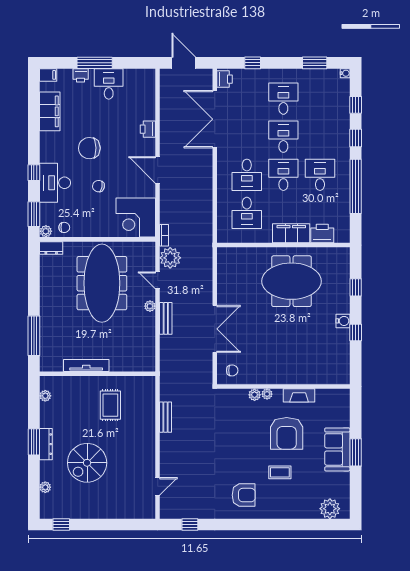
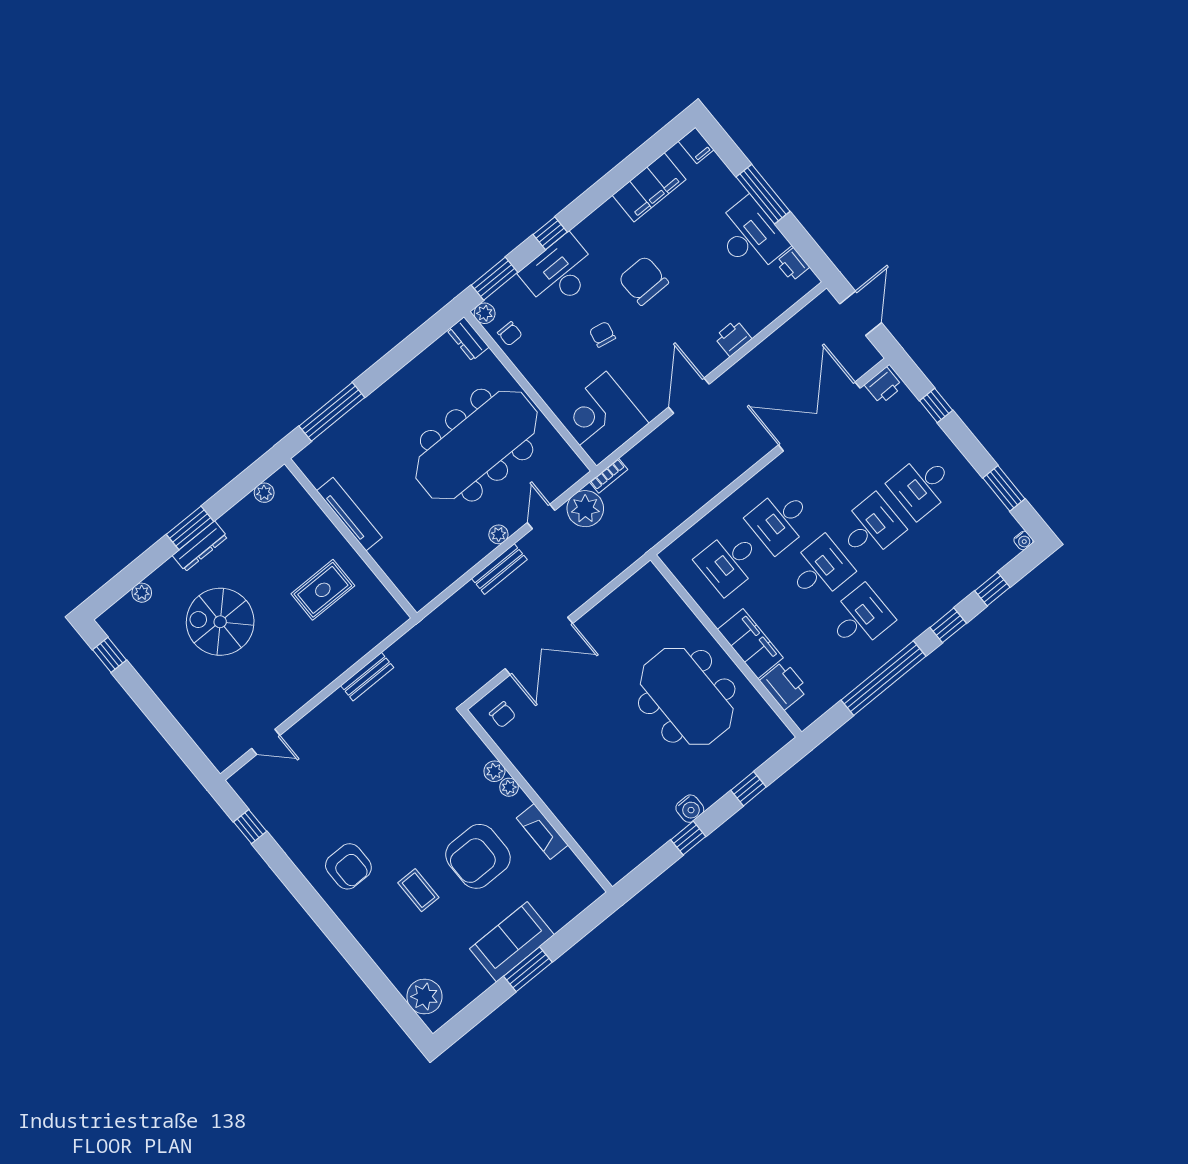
printer: (81, 75) -> (793, 265), moved
desk: (109, 84) -> (750, 236), width x1.37
desk: (283, 99) -> (922, 486), turned 180

